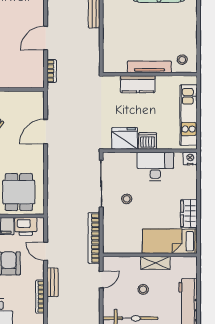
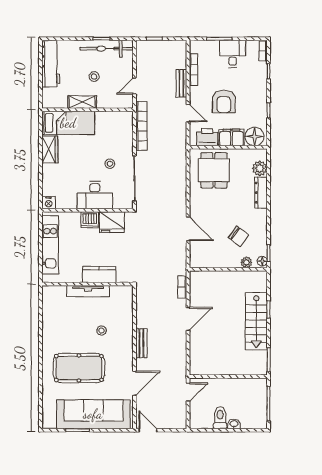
stool: (182, 60) -> (102, 331), moved
door: (46, 132) -> (188, 229), hinge flipped
desk: (155, 166) -> (95, 195), moved

